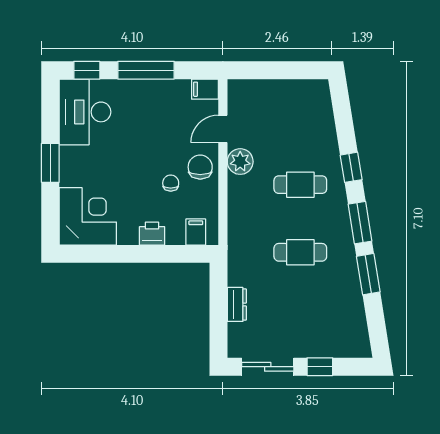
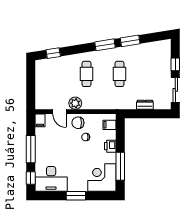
window: (351, 167) -> (53, 53), moved
window: (111, 254) -> (120, 166), added

